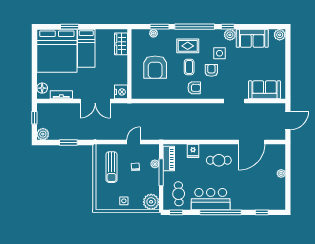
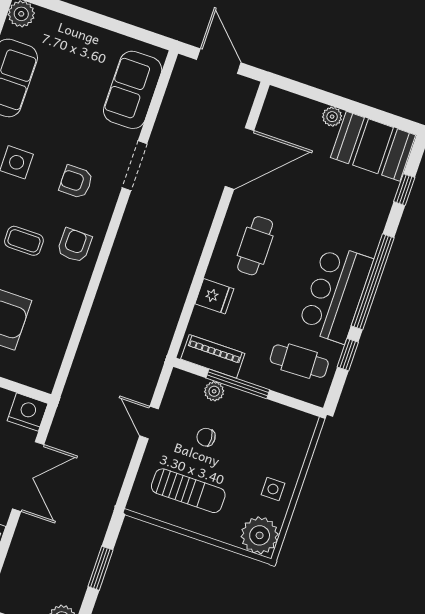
armchair: (211, 70) -> (76, 182), moved
door: (252, 142) -> (239, 158), hinge flipped
booth: (275, 194) -> (373, 146), added
plant: (151, 202) -> (260, 535), moved
window: (176, 212) -> (348, 355), moved

